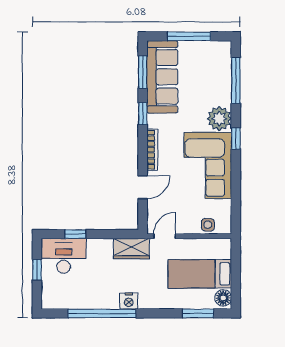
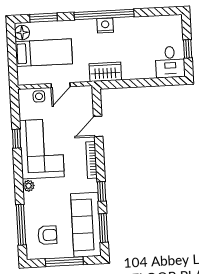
armchair: (207, 67) -> (47, 235), added
plant: (219, 119) -> (29, 186), width x0.53, depth x0.53
window: (236, 139) -> (17, 139), moved
window: (75, 234) -> (155, 82), removed
door: (165, 236) -> (61, 85), moved
desk: (64, 256) -> (170, 62), width x0.73
window: (102, 313) -> (104, 15), moved

